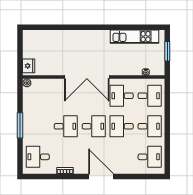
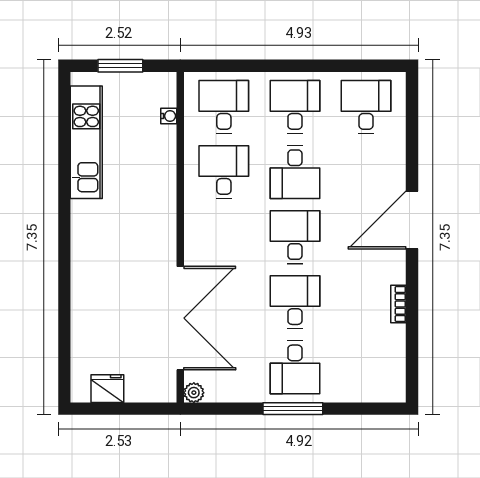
fridge: (29, 66) -> (107, 389), moved
double door: (87, 77) -> (180, 318), moved
desk: (122, 96) -> (224, 172), turned 180
desk: (38, 157) -> (295, 367), moved

